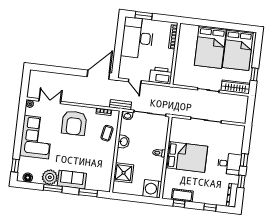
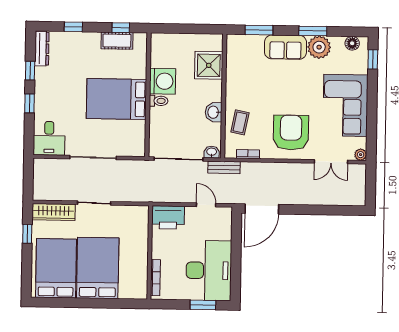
desk: (229, 164) -> (49, 138), moved, turned -90
washing machine: (152, 189) -> (163, 81), moved

